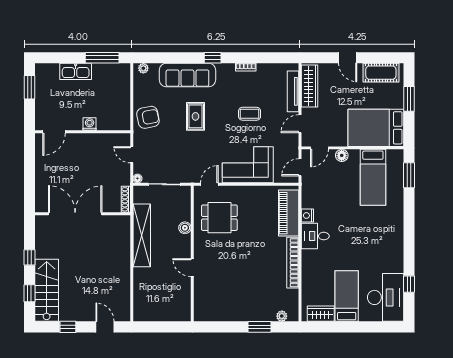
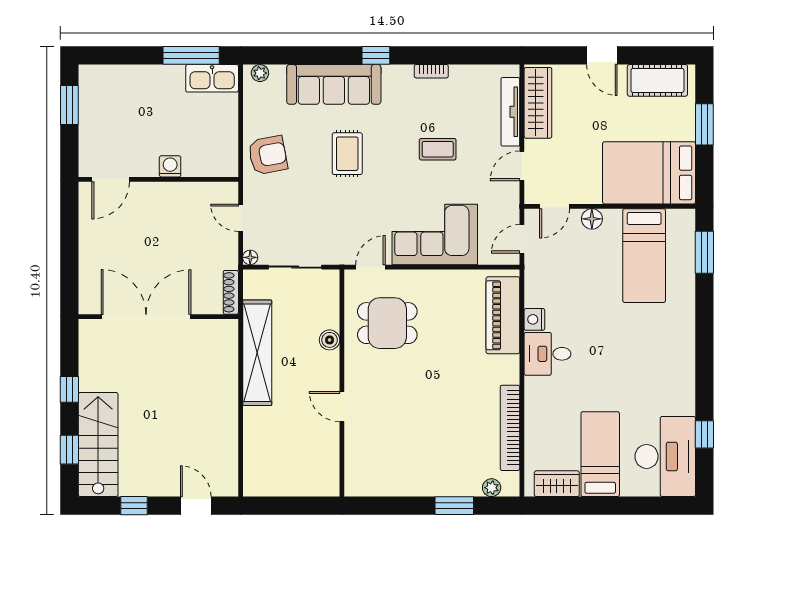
kitchen sink: (76, 71) -> (212, 78), moved
bookcase: (293, 263) -> (510, 428), moved

